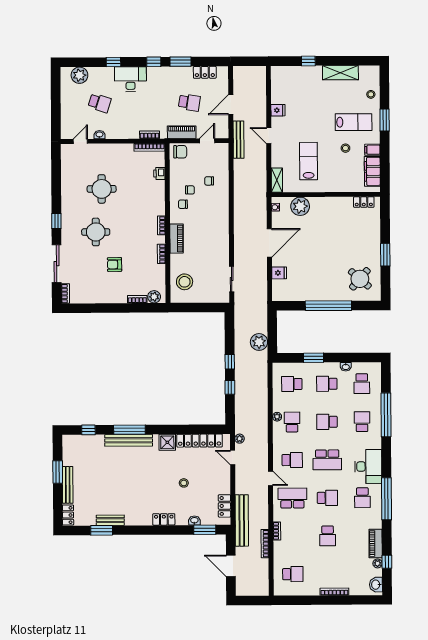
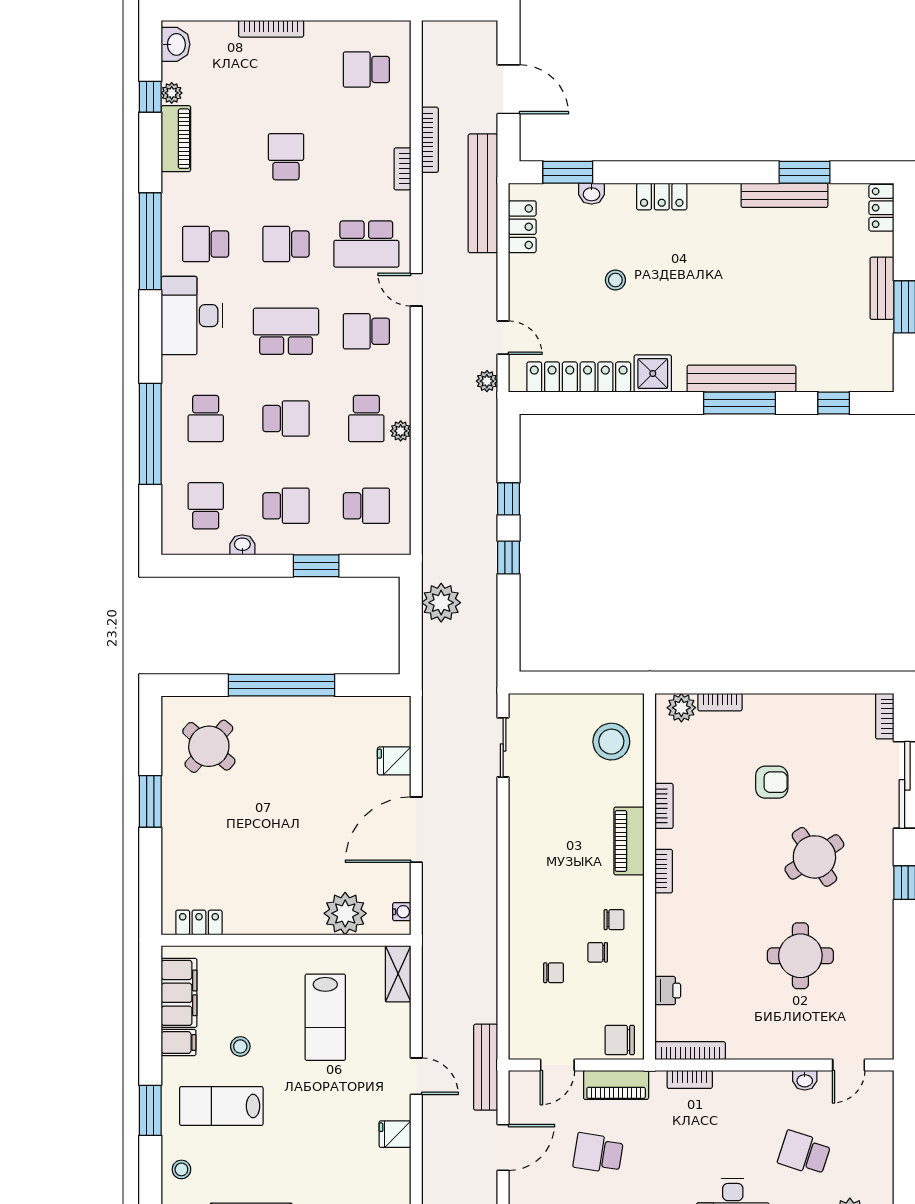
round table: (96, 232) -> (814, 857), turned -33
bench: (68, 485) -> (882, 288), width x0.73
school desk: (362, 498) -> (206, 244), turned -90
bench: (110, 520) -> (784, 195), width x1.36

